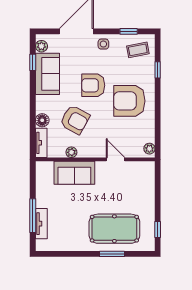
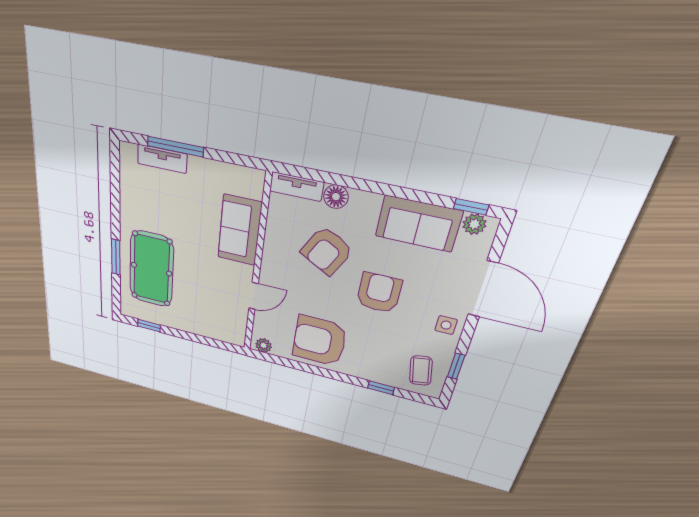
window: (33, 62) -> (471, 207), moved
armchair: (129, 101) -> (319, 341), moved, turned -90
plant: (71, 152) -> (273, 233), removed

